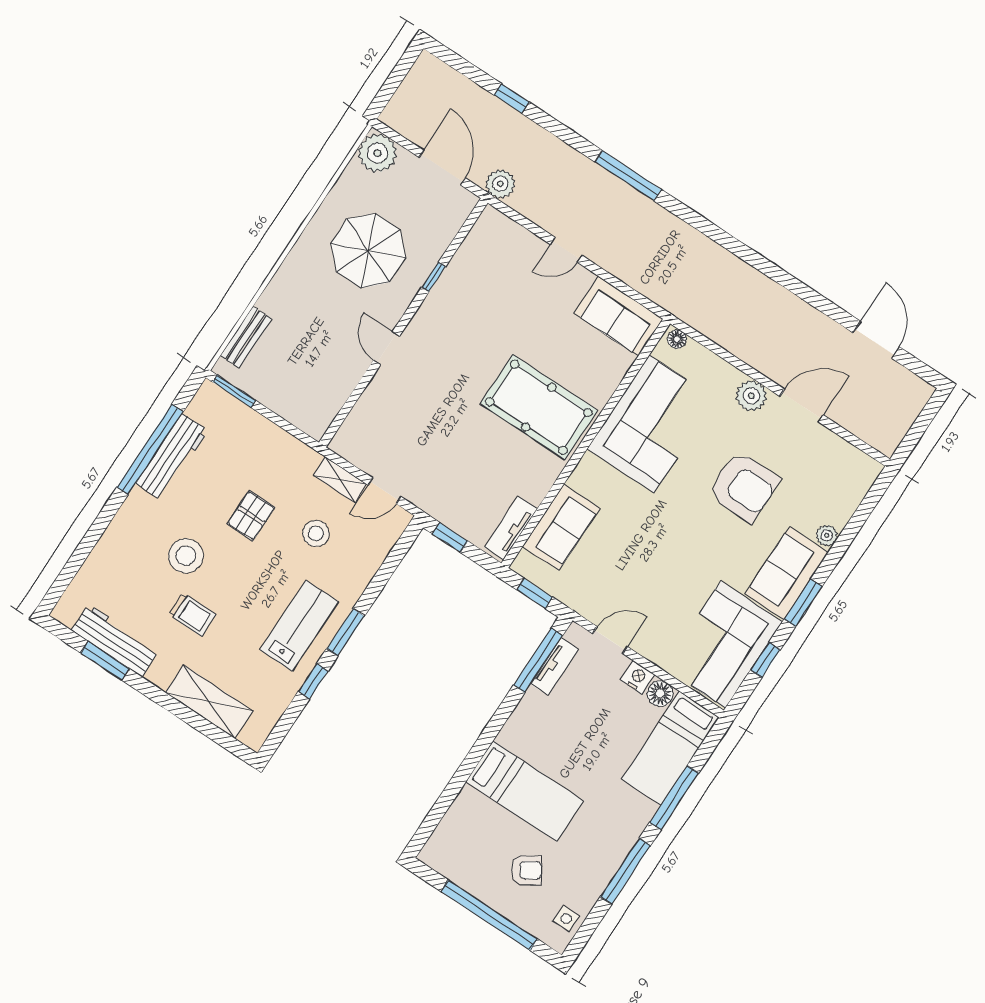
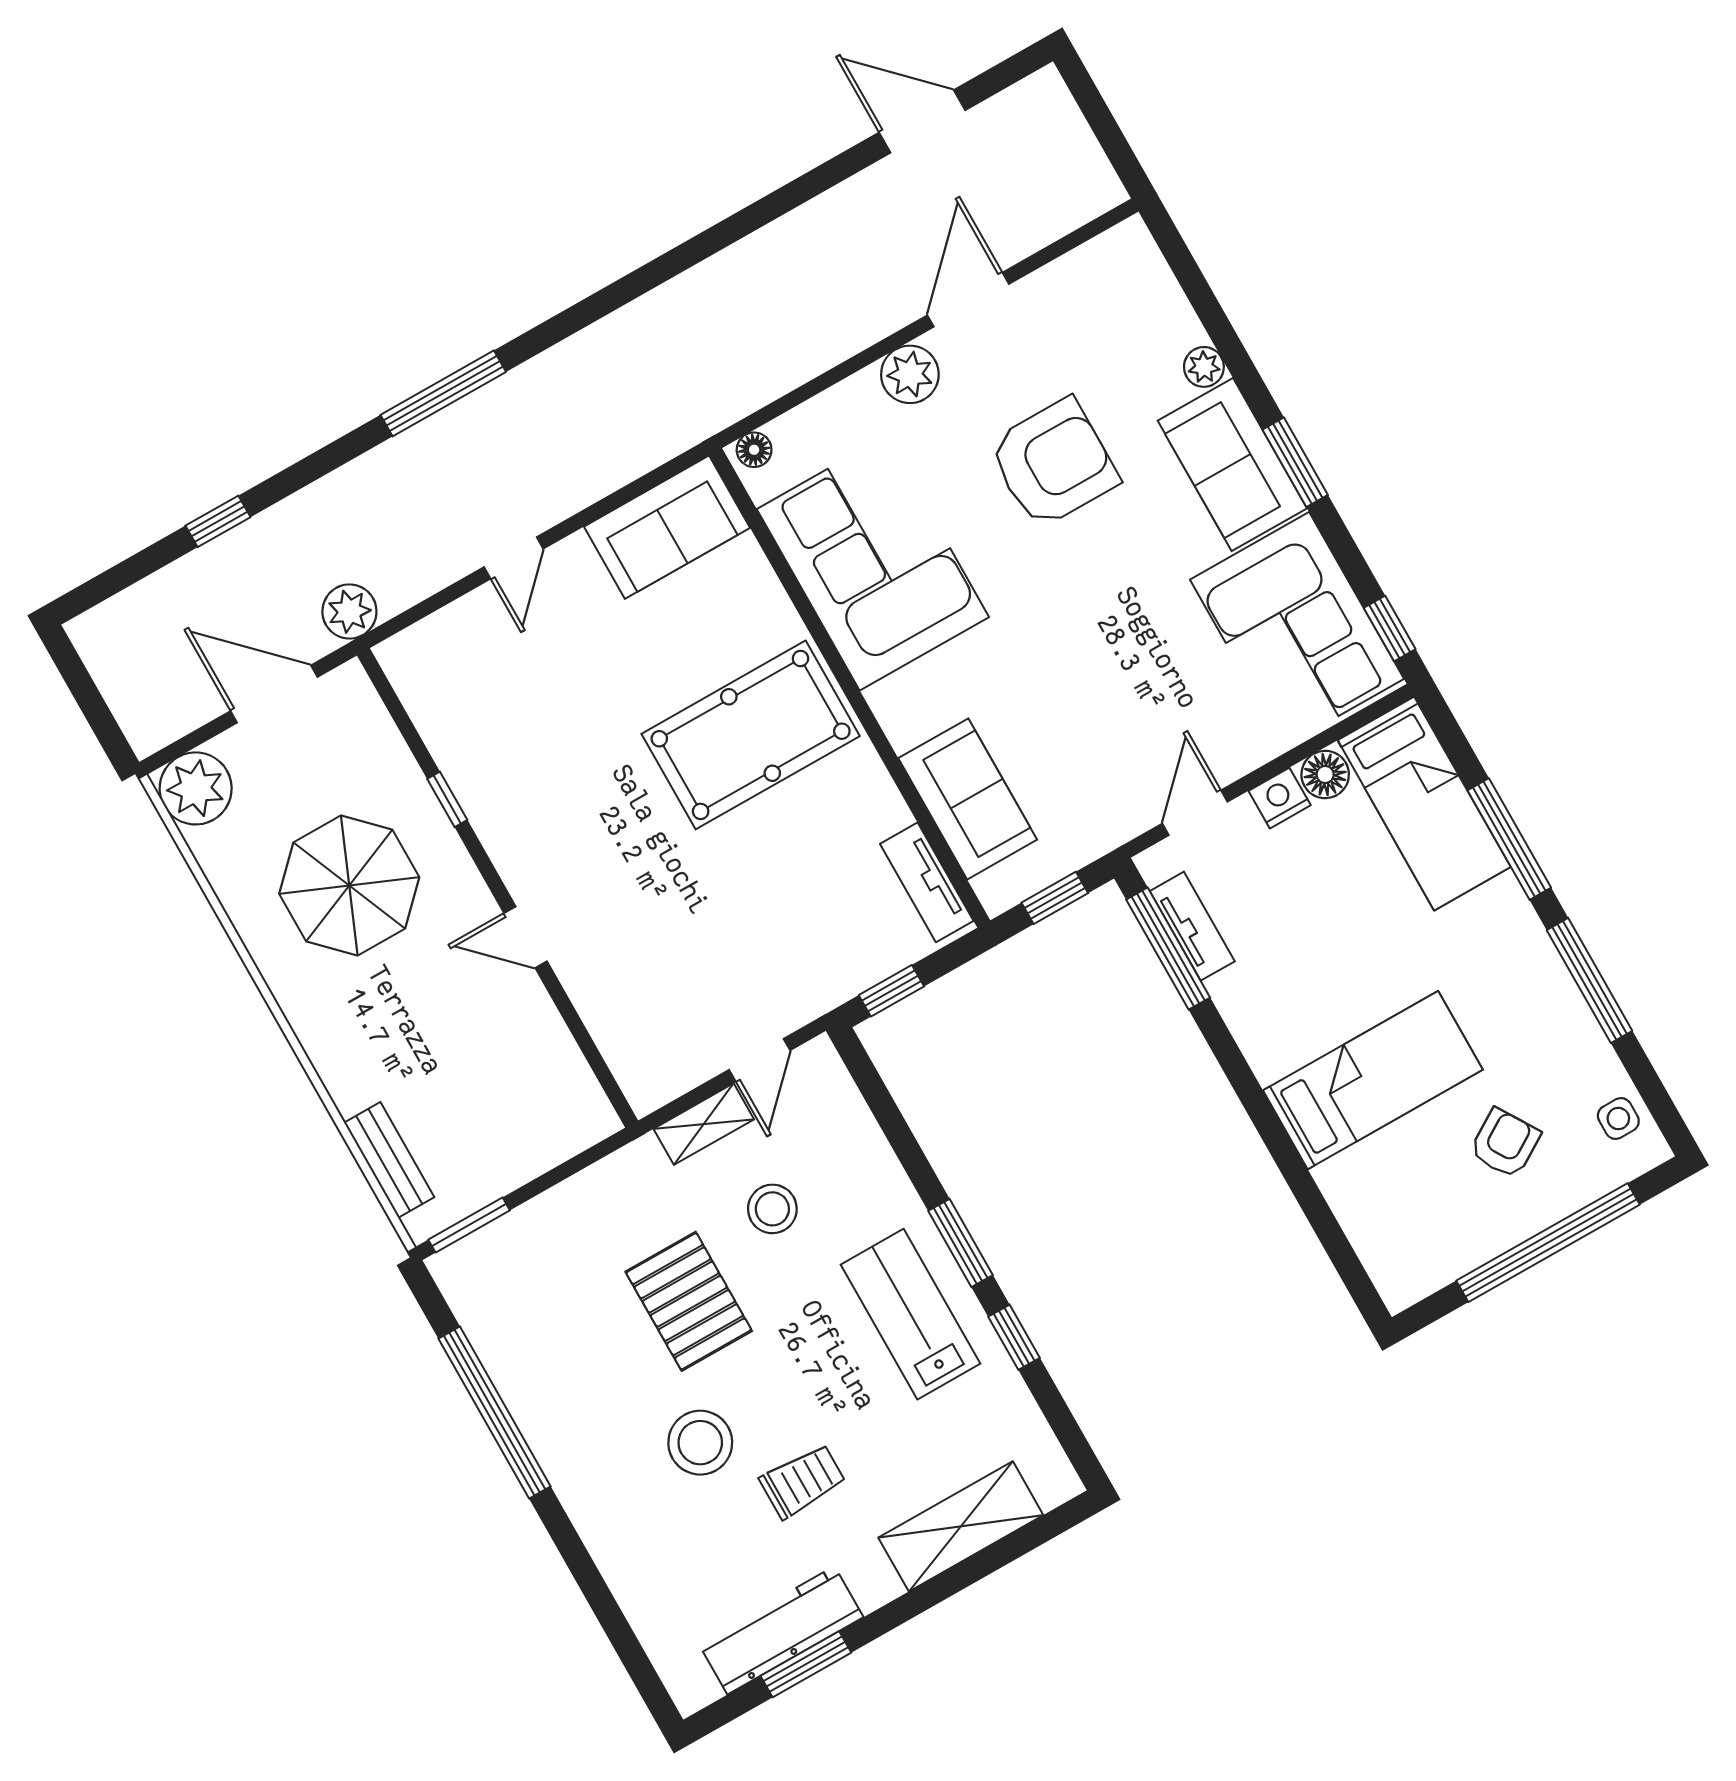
workbench: (172, 457) -> (526, 1383), removed
pallet: (251, 516) -> (689, 1301), width x1.50, depth x1.42
window: (765, 660) -> (1390, 629), moved

